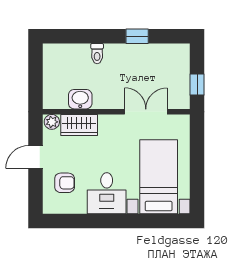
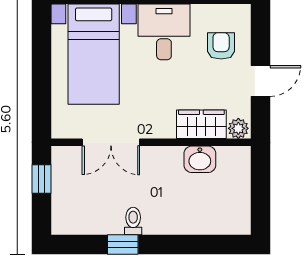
toilet: (97, 54) -> (133, 221), moved
armchair: (65, 183) -> (221, 46), turned 90

